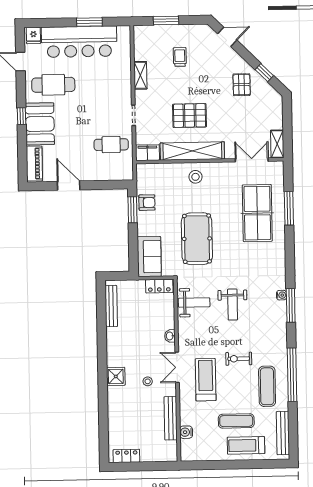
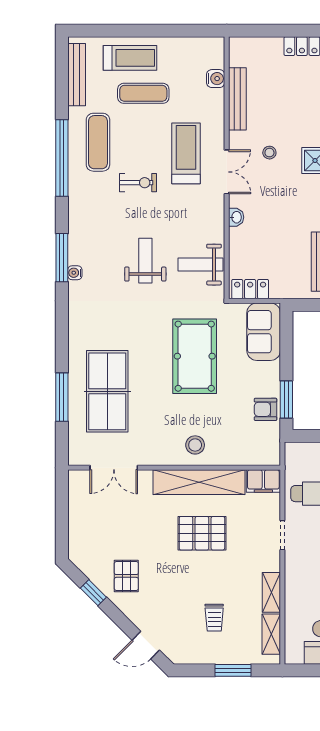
shelving: (277, 144) -> (271, 634), moved
treadmill: (206, 380) -> (186, 153), turned 180

